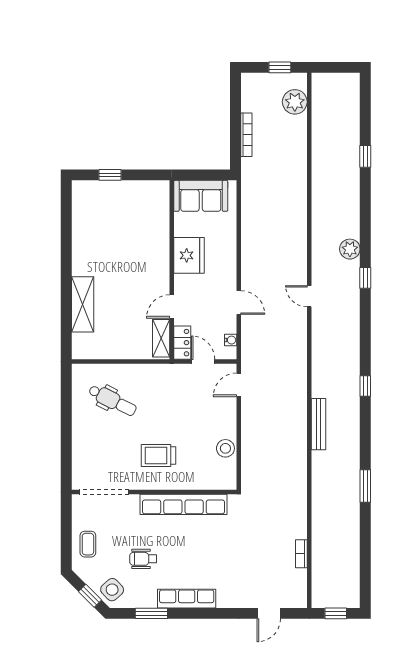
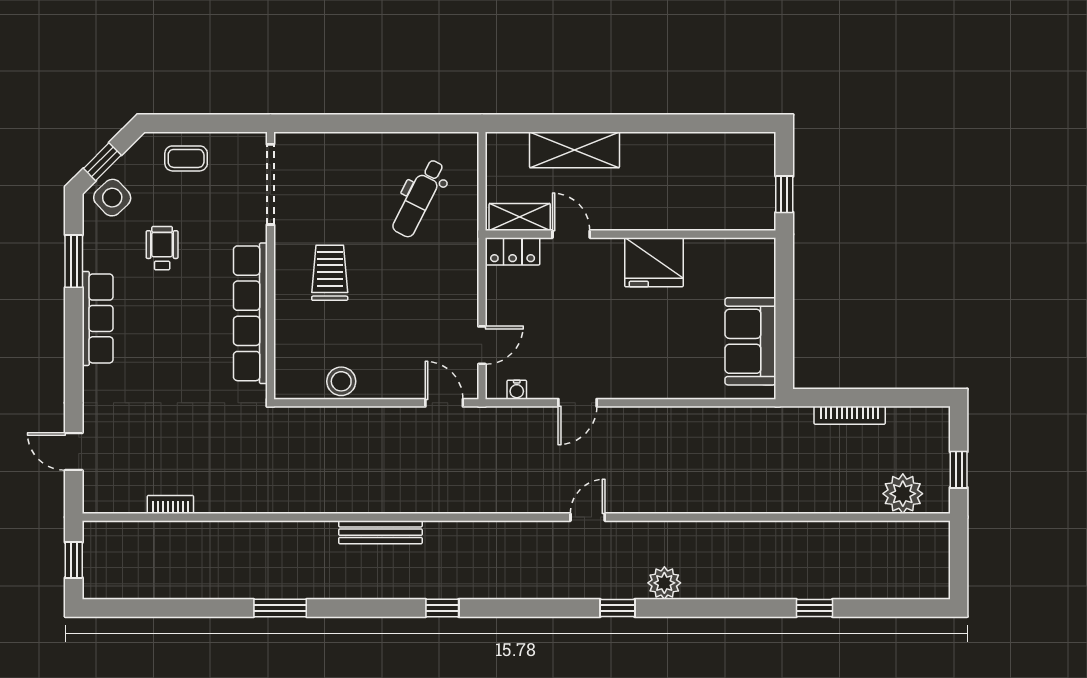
fridge: (189, 255) -> (654, 262), moved
wall: (172, 270) -> (631, 234), moved
door: (172, 307) -> (571, 234), moved
shelving: (161, 338) -> (520, 217), moved
locker: (182, 343) -> (513, 251), moved

